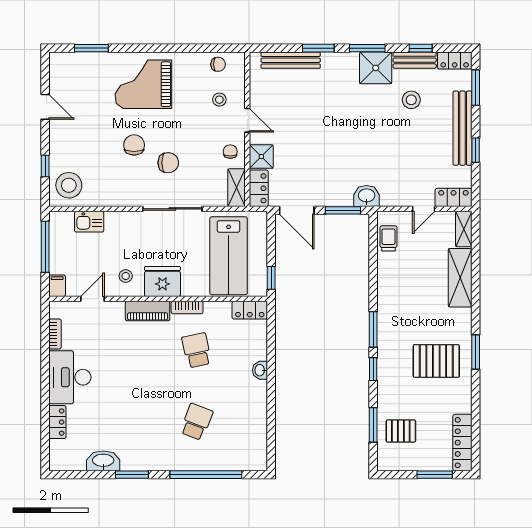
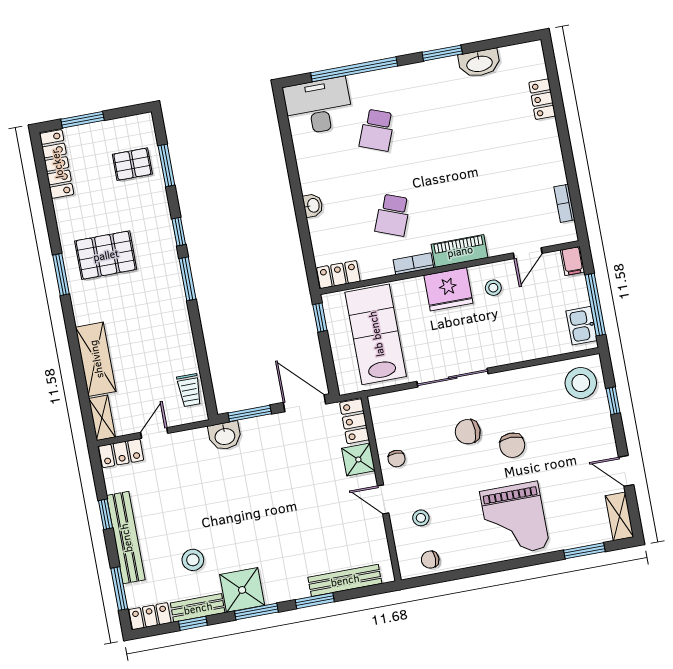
grand piano: (143, 84) -> (515, 519), turned 90
shelving: (236, 188) -> (619, 516), moved
kitchen sink: (89, 222) -> (582, 326), moved, turned -90
school desk: (197, 350) -> (393, 215), turned 33
desk: (70, 377) -> (318, 106), moved, turned -90

